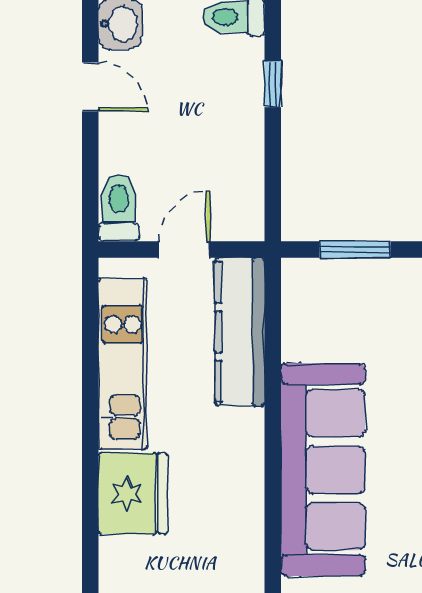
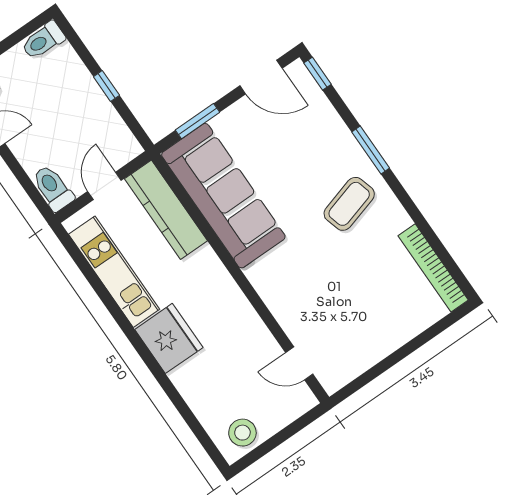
window: (273, 84) -> (106, 86), moved
sofa: (323, 470) -> (223, 196), moved

